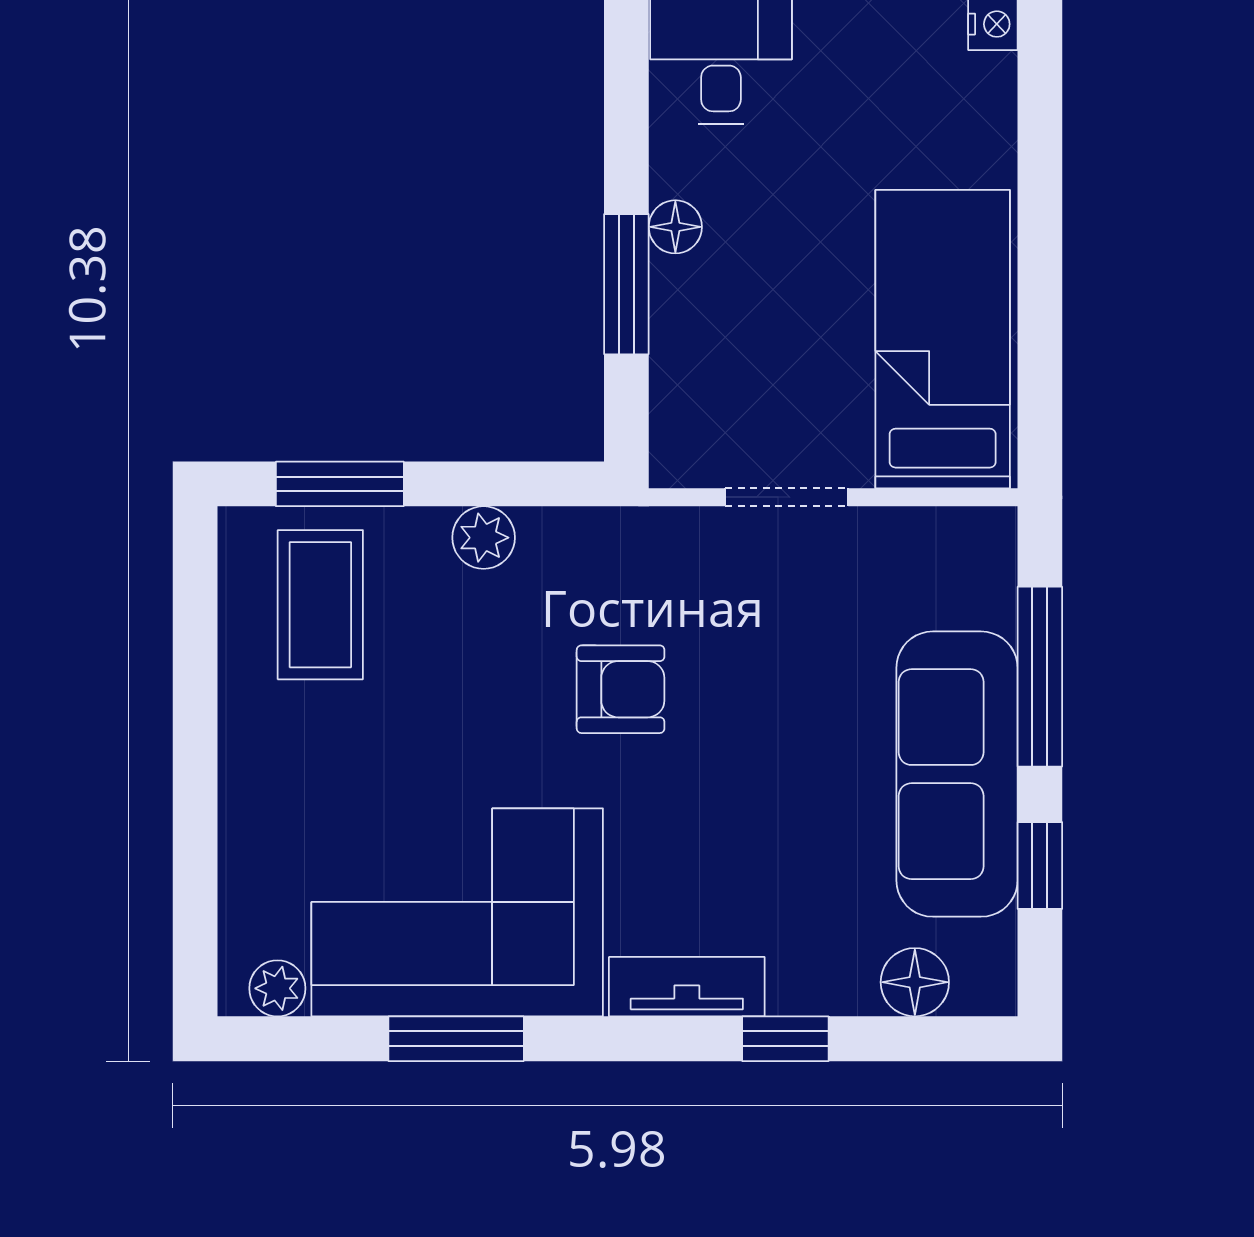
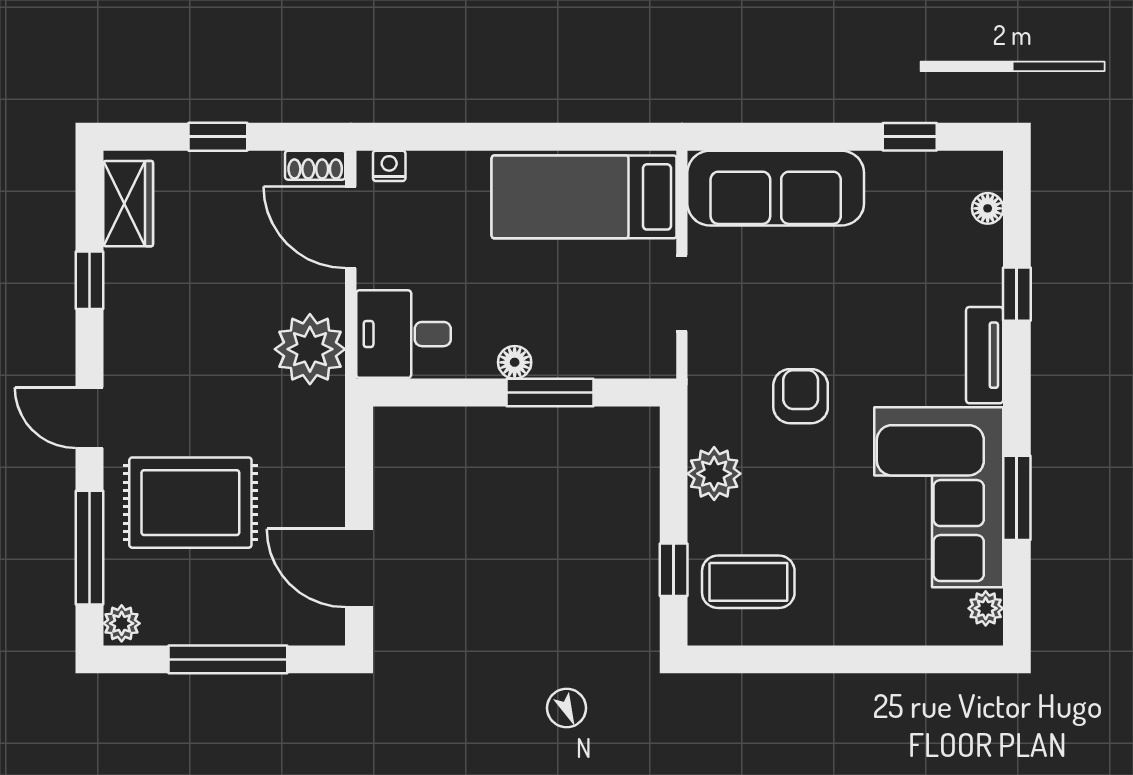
window: (340, 484) -> (674, 570), width x0.67
plant: (484, 538) -> (714, 474), width x1.38, depth x1.38
window: (1040, 677) -> (793, 137), removed
sofa: (957, 774) -> (776, 188), moved
floor lamp: (915, 982) -> (988, 208), width x0.73, depth x0.73

